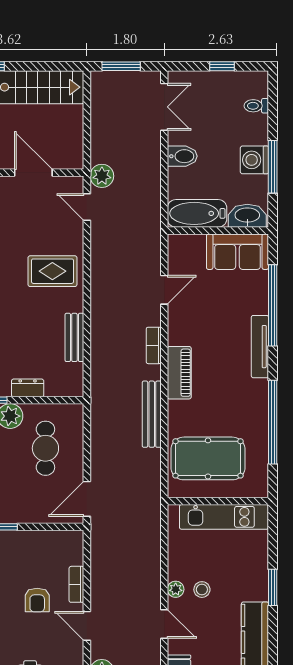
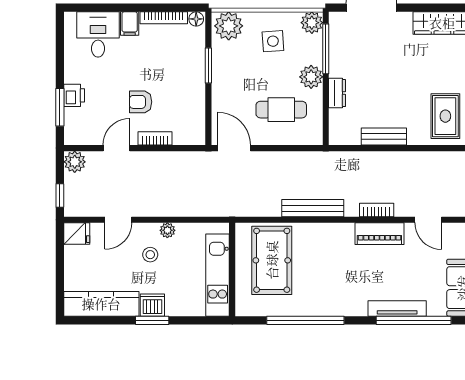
tv unit: (260, 347) -> (397, 308), moved
piano: (179, 373) -> (379, 234), moved
dishwasher: (256, 587) -> (152, 305), added
plant: (176, 589) -> (167, 230), moved

